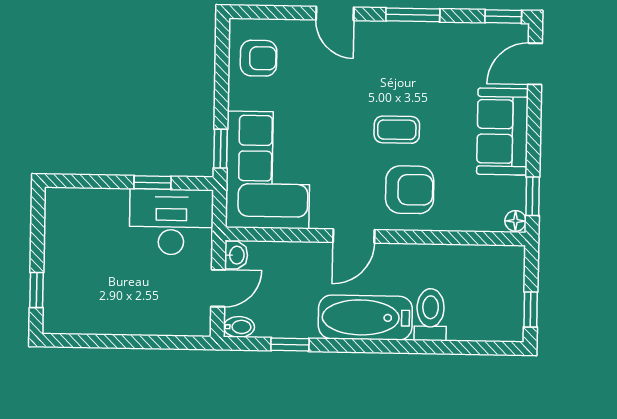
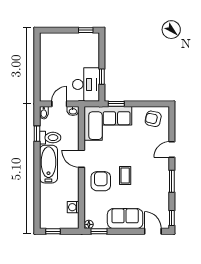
armchair: (259, 58) -> (153, 119), turned 102
armchair: (410, 190) -> (101, 181), turned 180
washing machine: (472, 259) -> (73, 207), added
door: (218, 288) -> (59, 104), swing flipped
window: (36, 290) -> (86, 30), moved
toilet: (430, 315) -> (50, 138), moved

